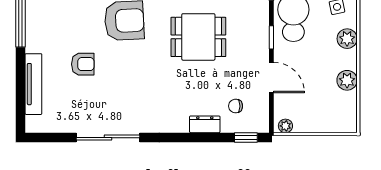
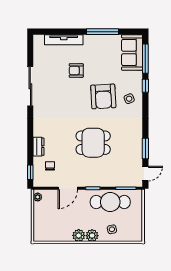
dining table: (198, 37) -> (93, 143), turned 90
armchair: (83, 64) -> (76, 70), turned 90
plant: (347, 80) -> (79, 235), moved

